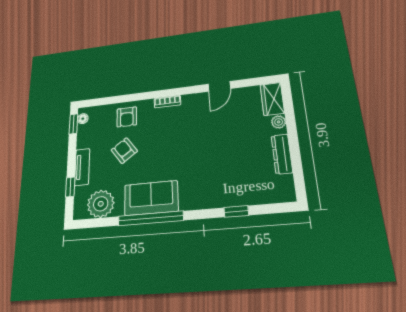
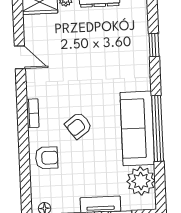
armchair: (124, 151) -> (78, 126), moved
sofa: (151, 198) -> (137, 128), width x1.36

